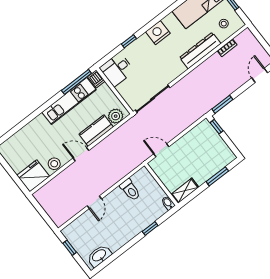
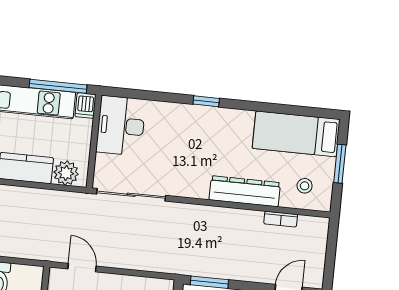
nightstand: (158, 33) -> (214, 120), removed
window: (129, 41) -> (206, 101), moved
desk: (117, 70) -> (121, 126), width x1.37

